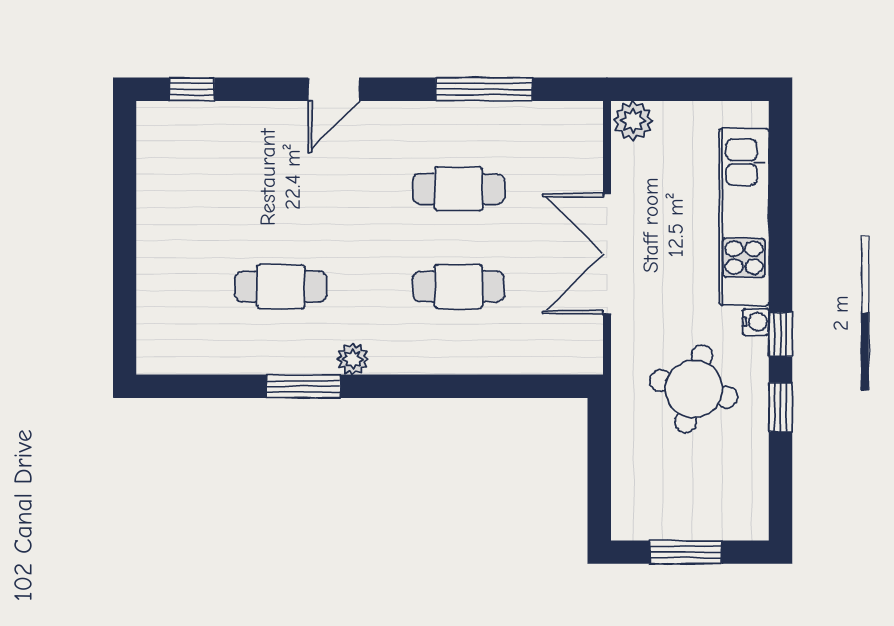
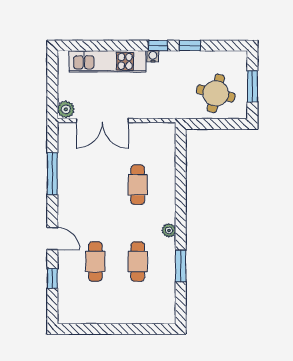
window: (192, 89) -> (52, 278), moved
cafe table: (459, 189) -> (95, 262), moved
double door: (607, 254) -> (102, 121), moved
window: (303, 386) -> (181, 266), moved
round table: (694, 389) -> (216, 93), moved

